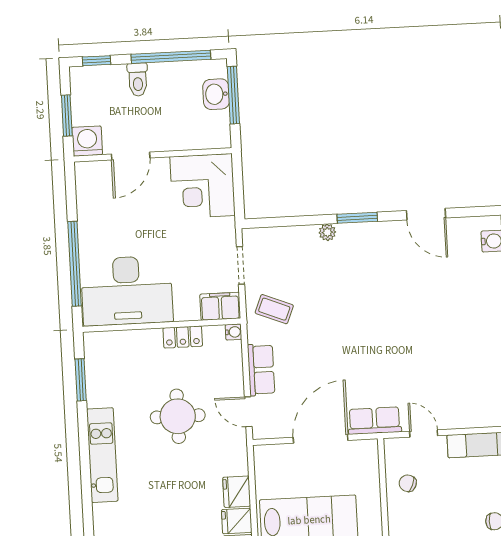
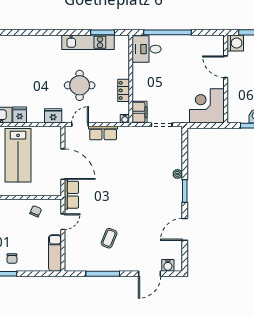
desk: (127, 291) -> (147, 49), width x0.53, depth x0.77
coffee table: (274, 309) -> (109, 238), moved
kitchen unit: (102, 455) -> (88, 42), moved
fridge: (237, 492) -> (53, 116), moved

